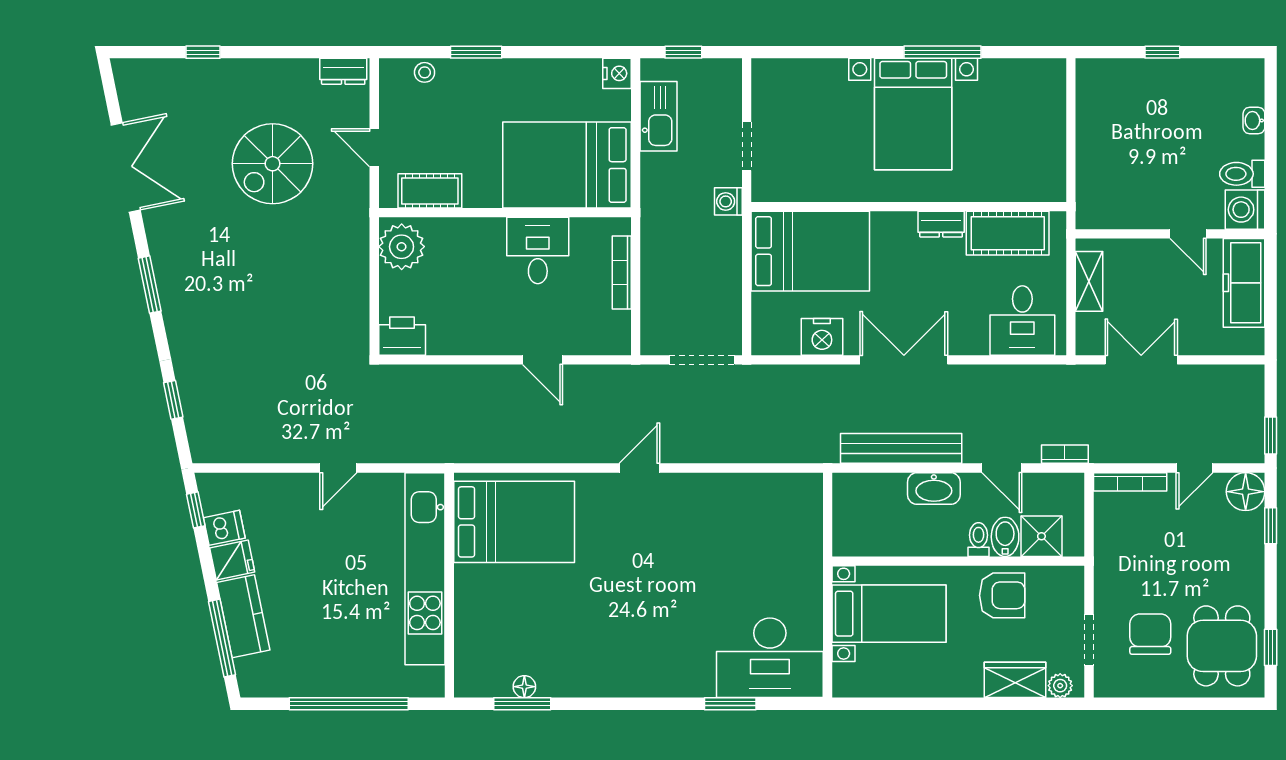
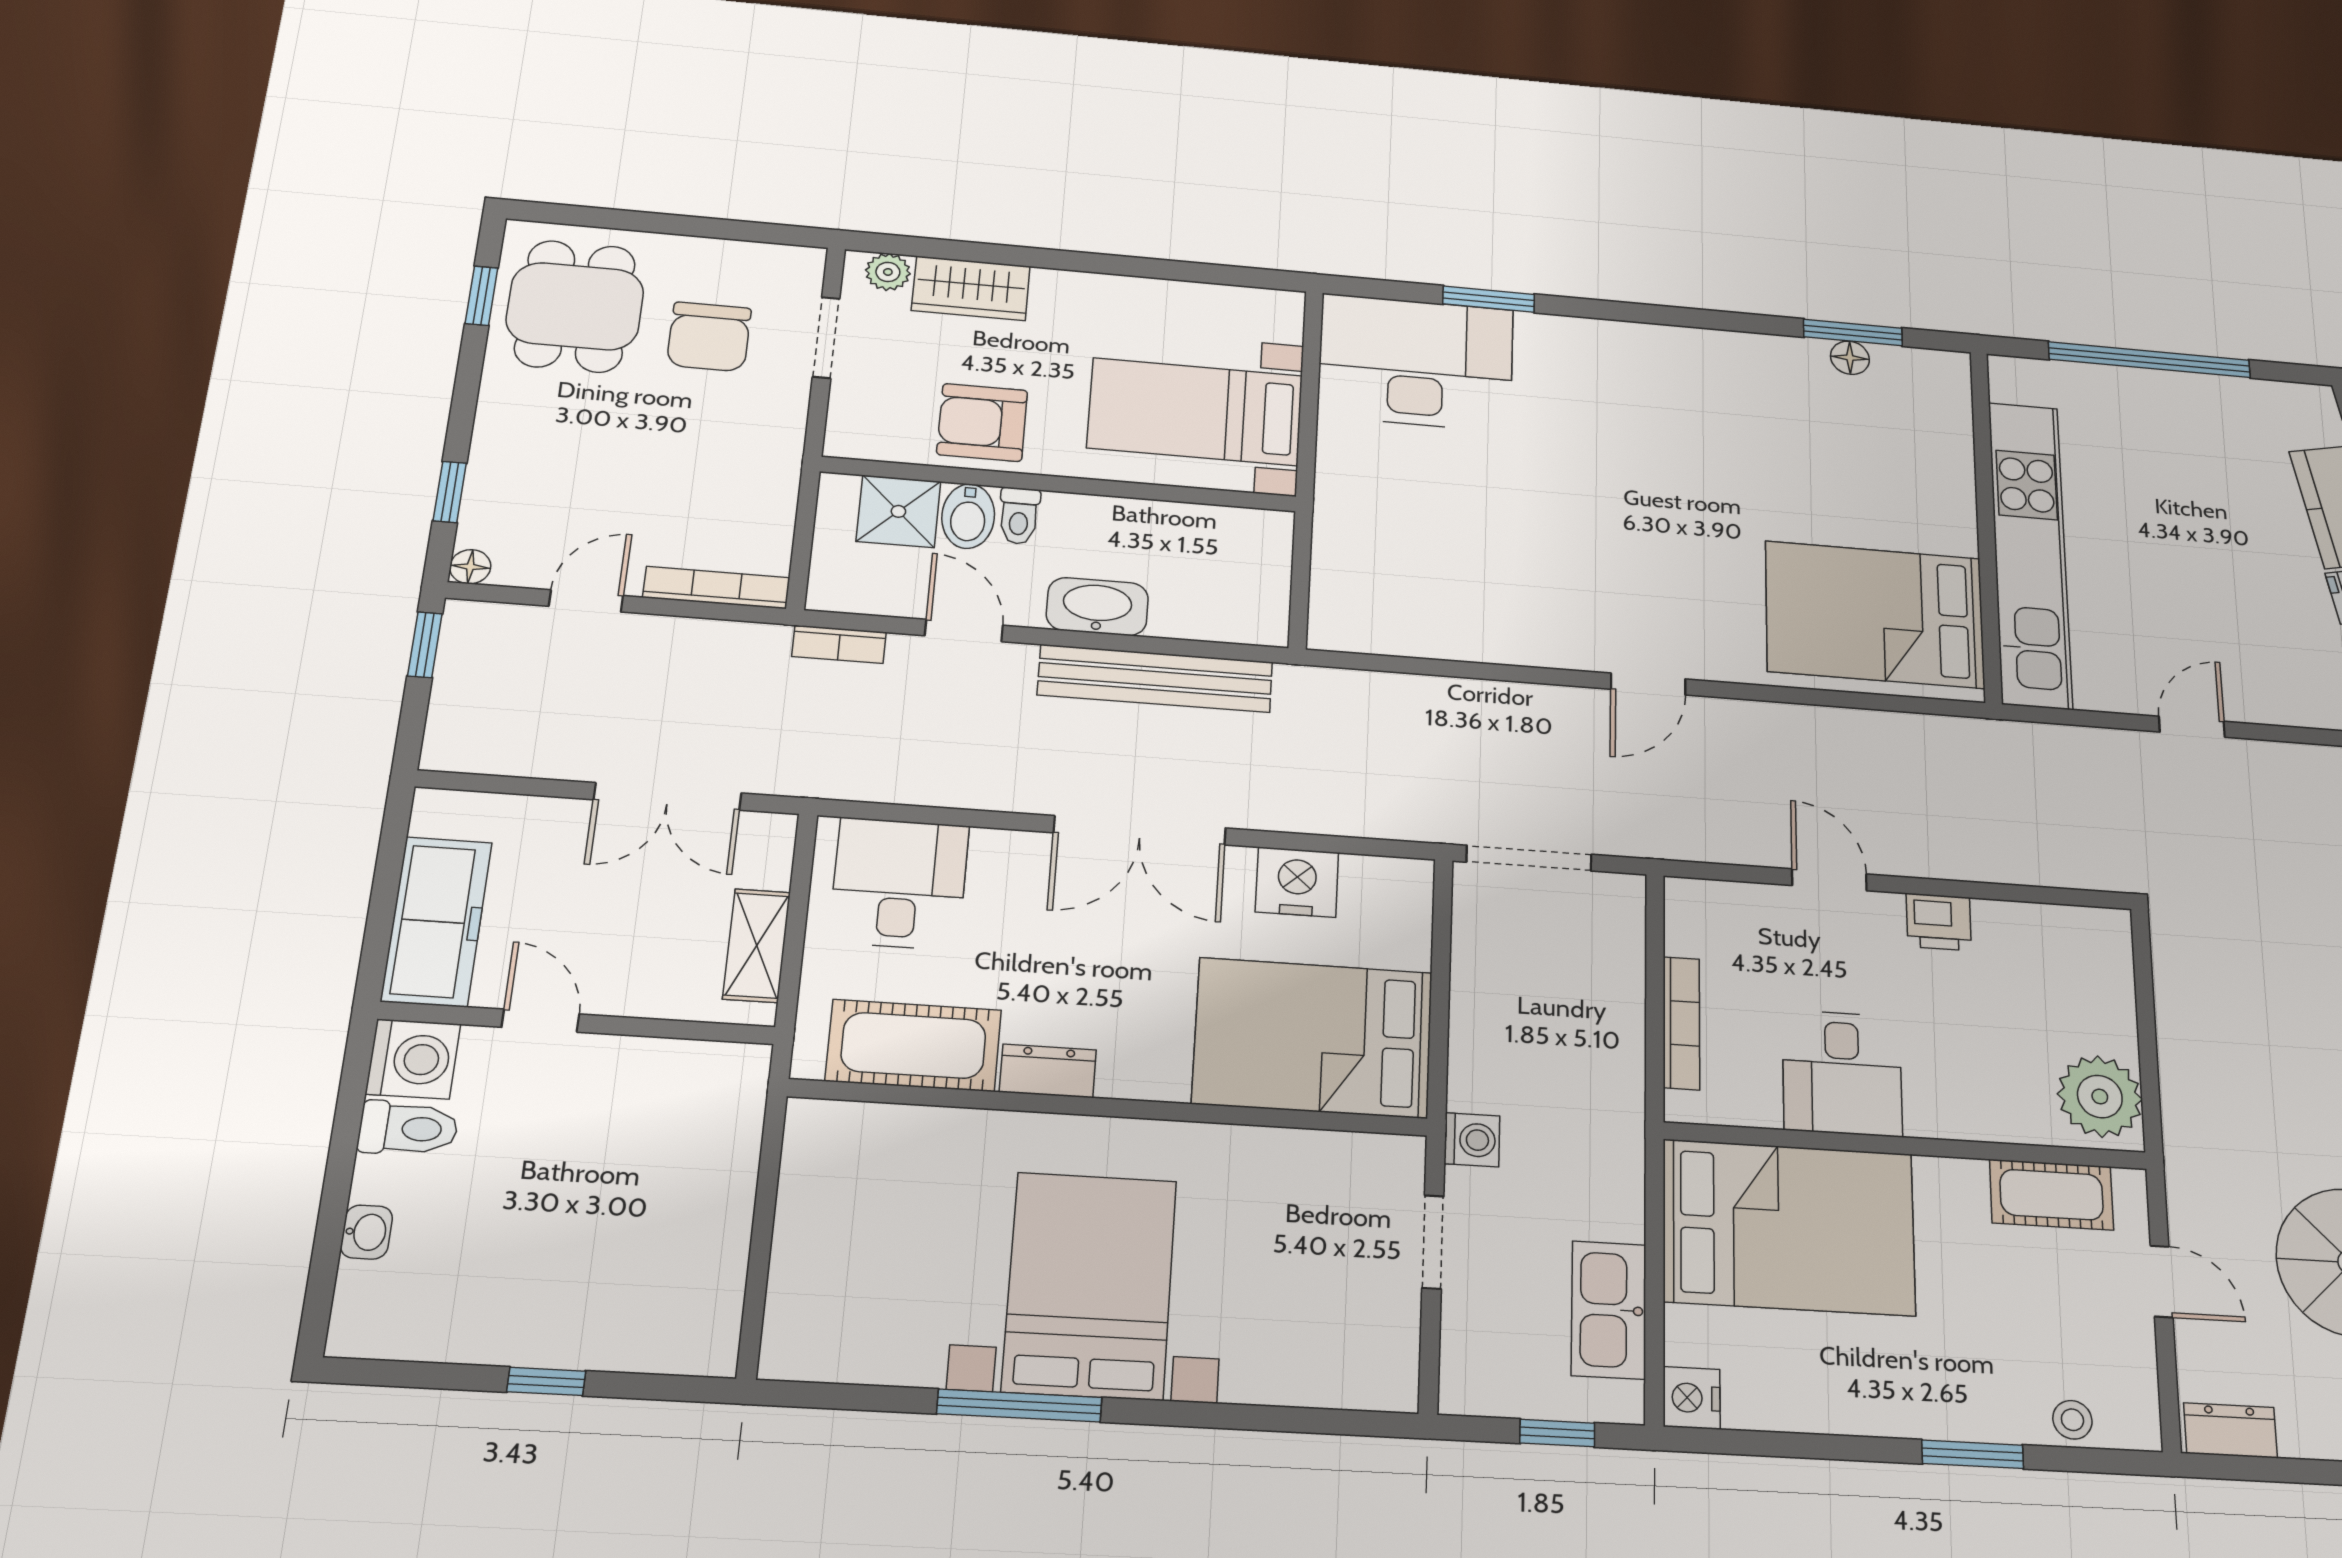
printer: (402, 336) -> (1939, 922), moved, width x0.73, depth x0.81
floor lamp: (1246, 492) -> (470, 567), width x0.53, depth x0.53

